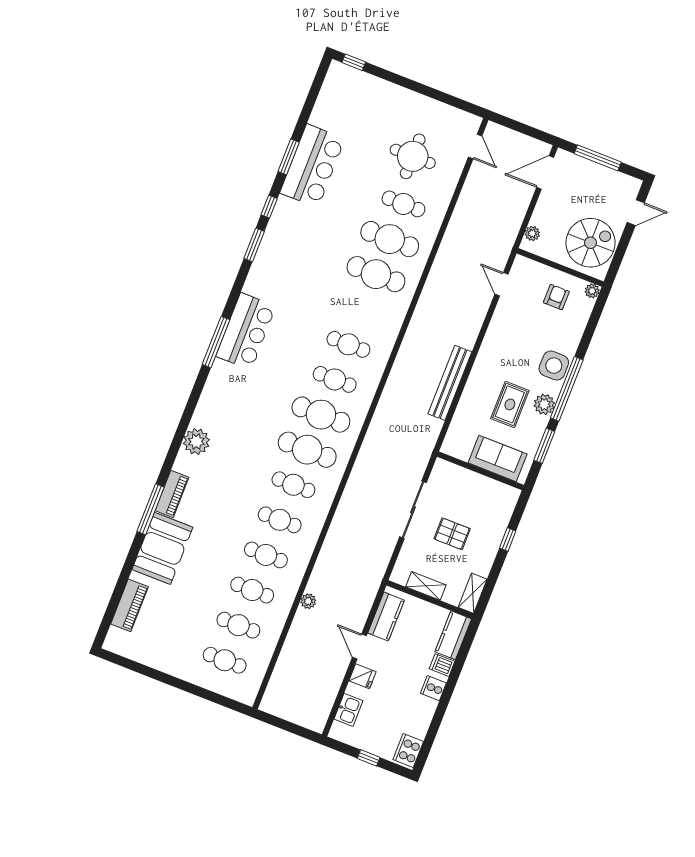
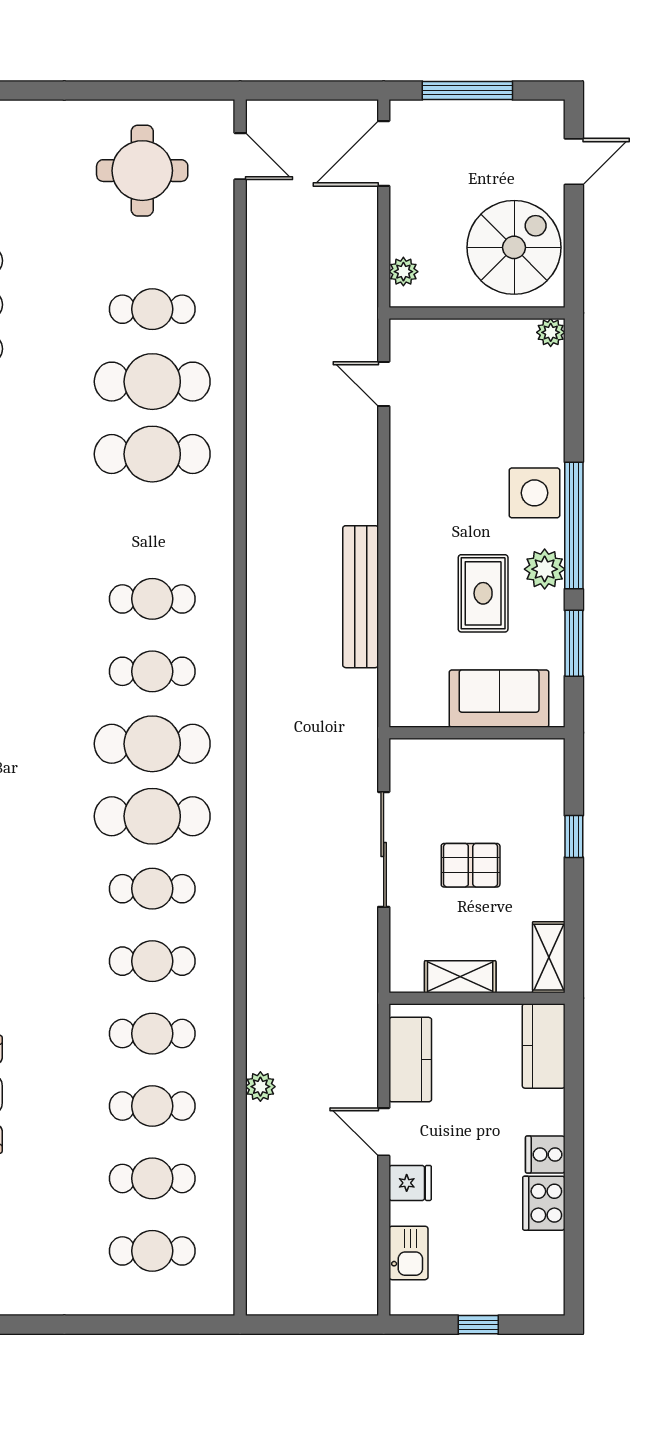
round table: (413, 156) -> (142, 171), moved
armchair: (556, 297) -> (491, 369), removed
dishwasher: (442, 665) -> (544, 1107), removed
cooker: (408, 751) -> (544, 1203), moved

